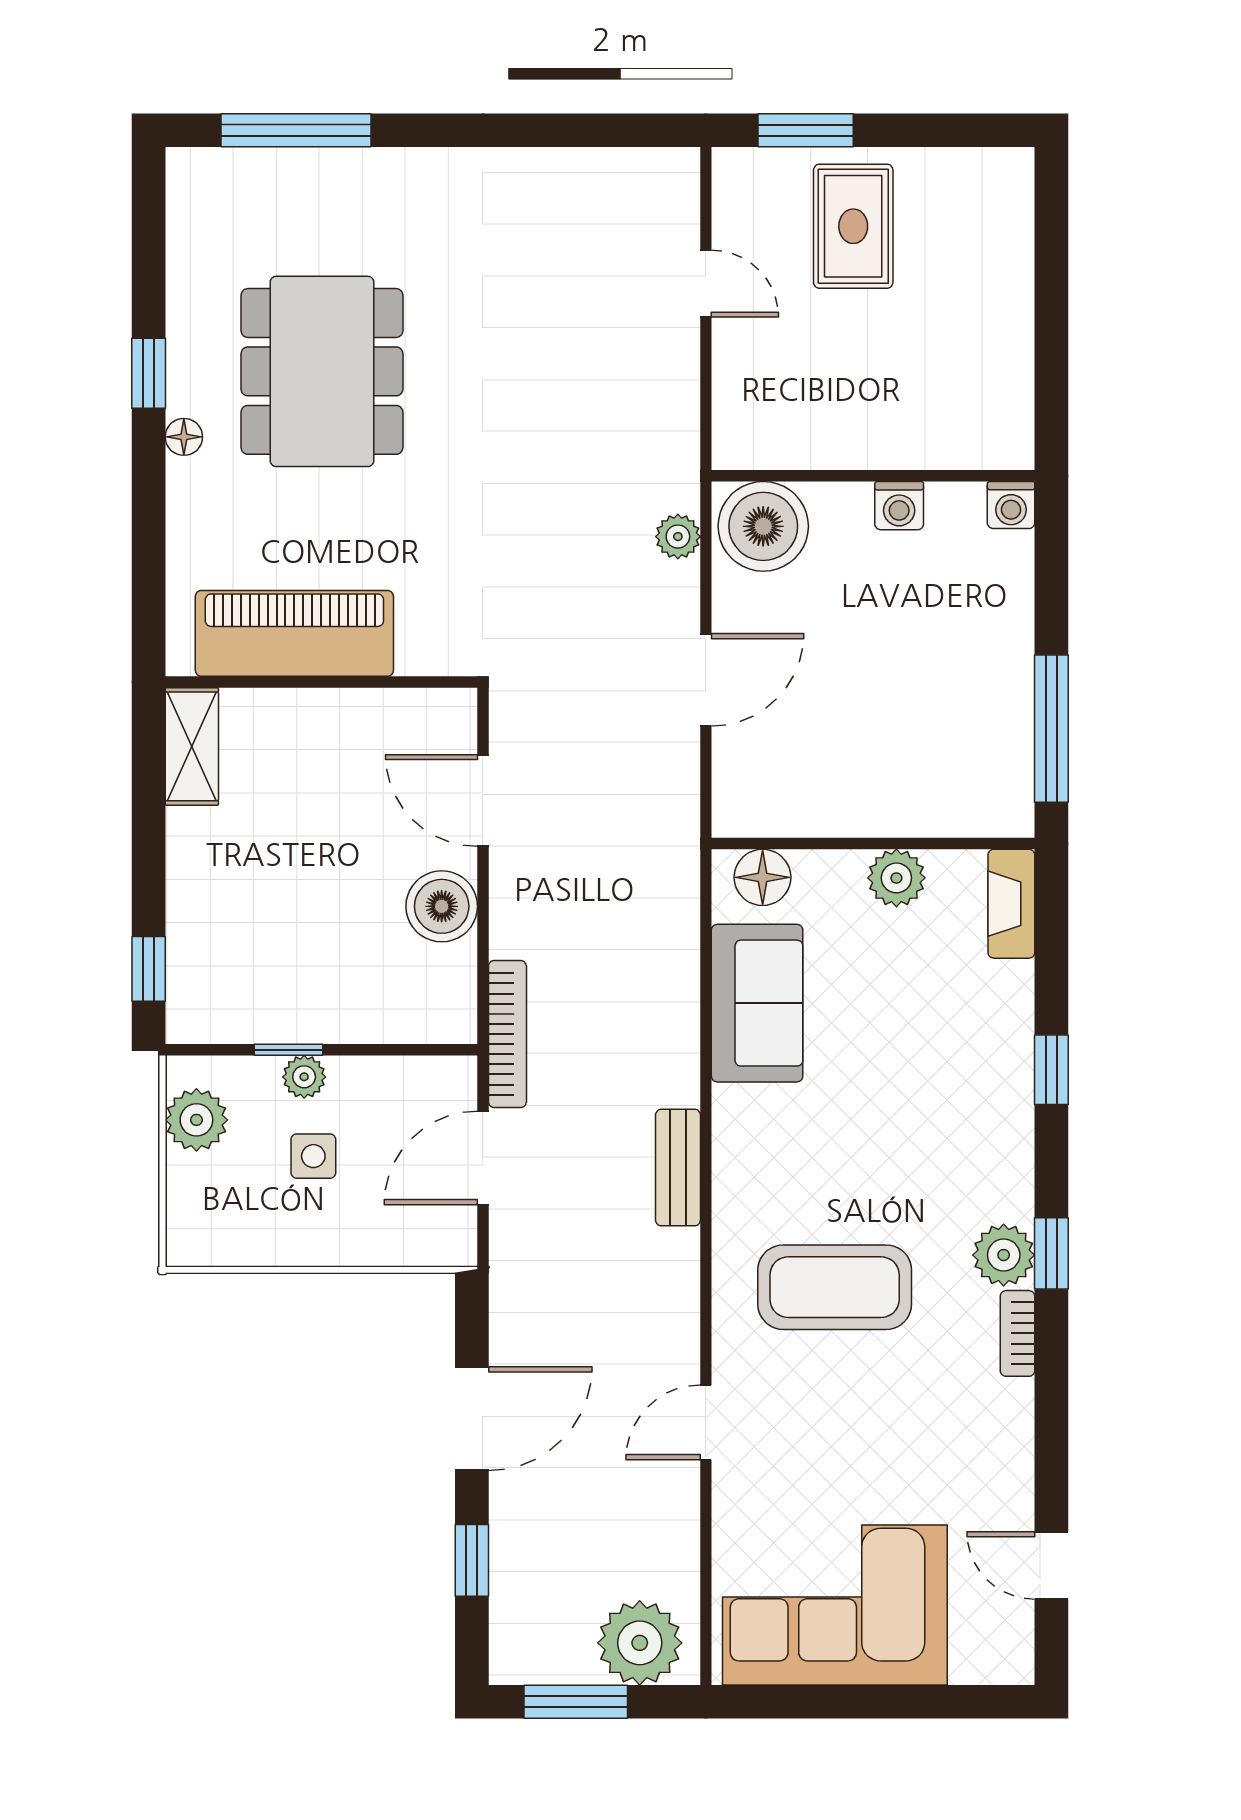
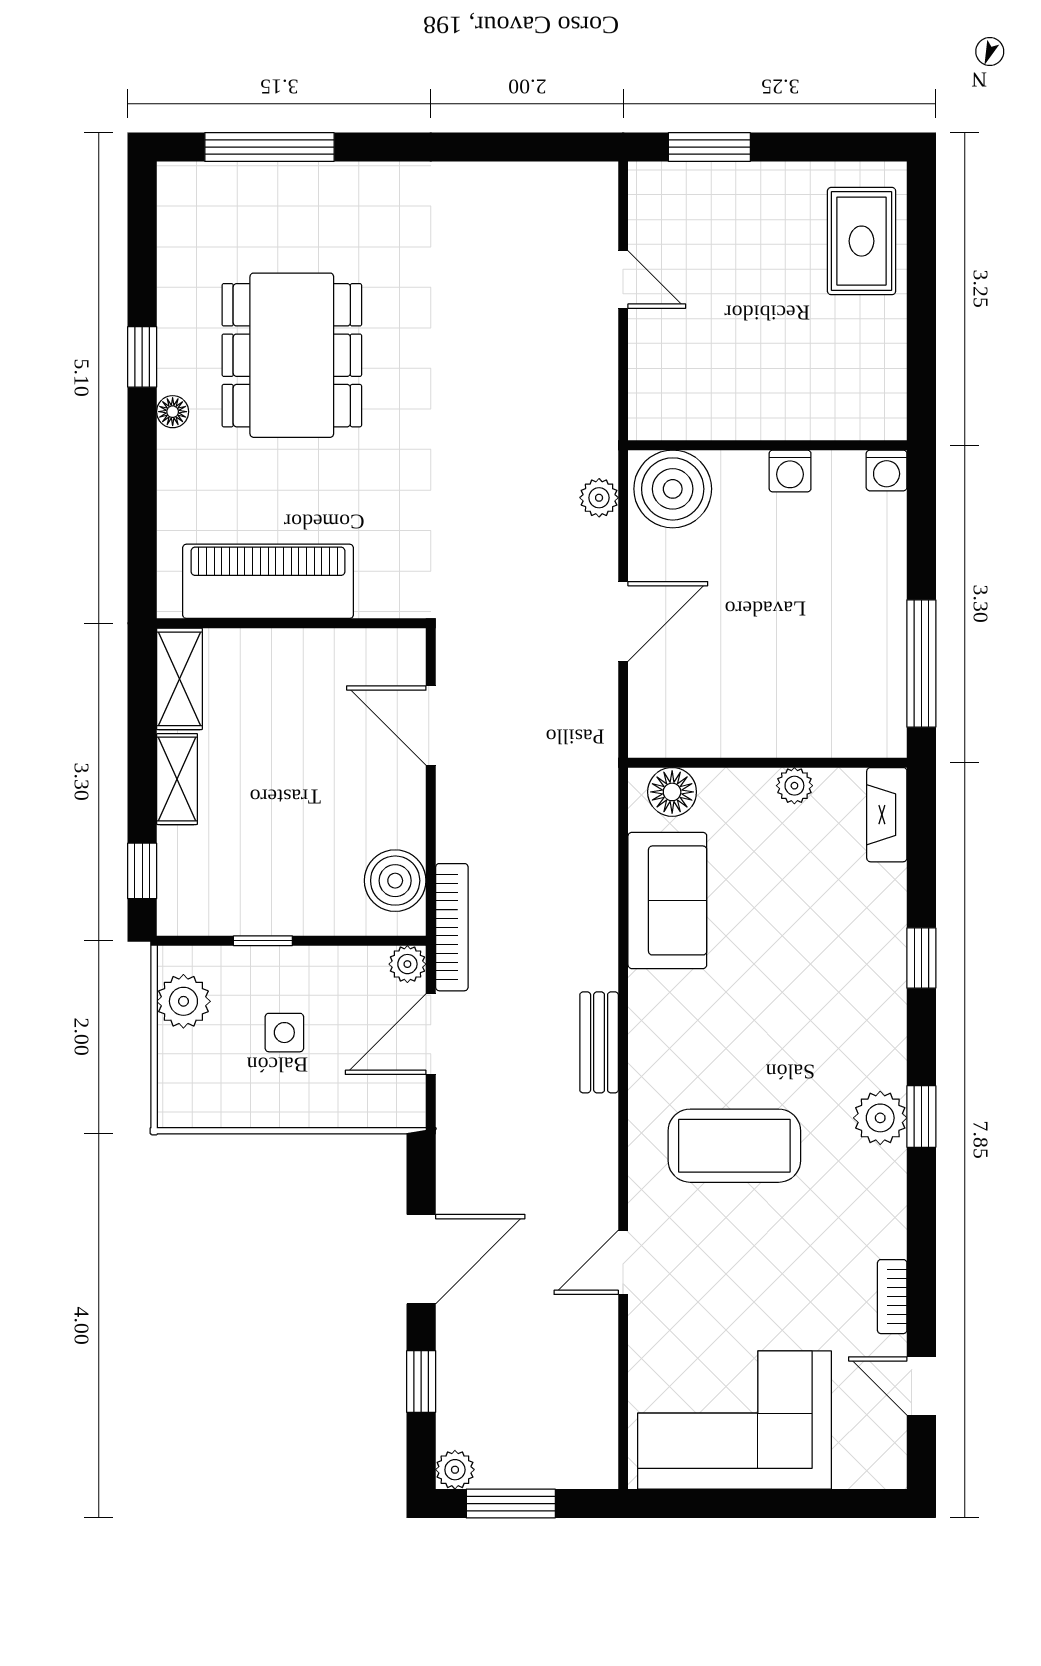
rug: (853, 226) -> (862, 241), moved
shelving: (189, 862) -> (177, 779), added
plant: (896, 878) -> (794, 786), width x0.73, depth x0.73
boiler: (442, 906) -> (395, 881), moved
plant: (304, 1077) -> (407, 964), moved
bookcase: (1017, 1333) -> (892, 1297), moved
plant: (640, 1643) -> (455, 1470), moved, width x0.53, depth x0.53

